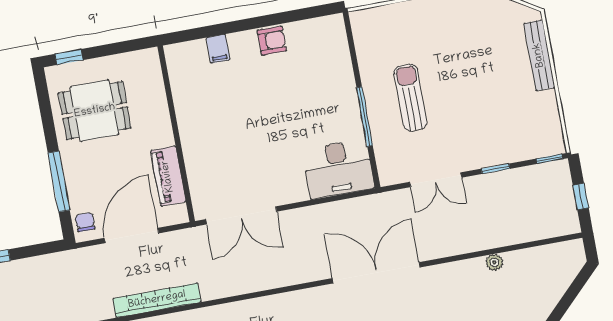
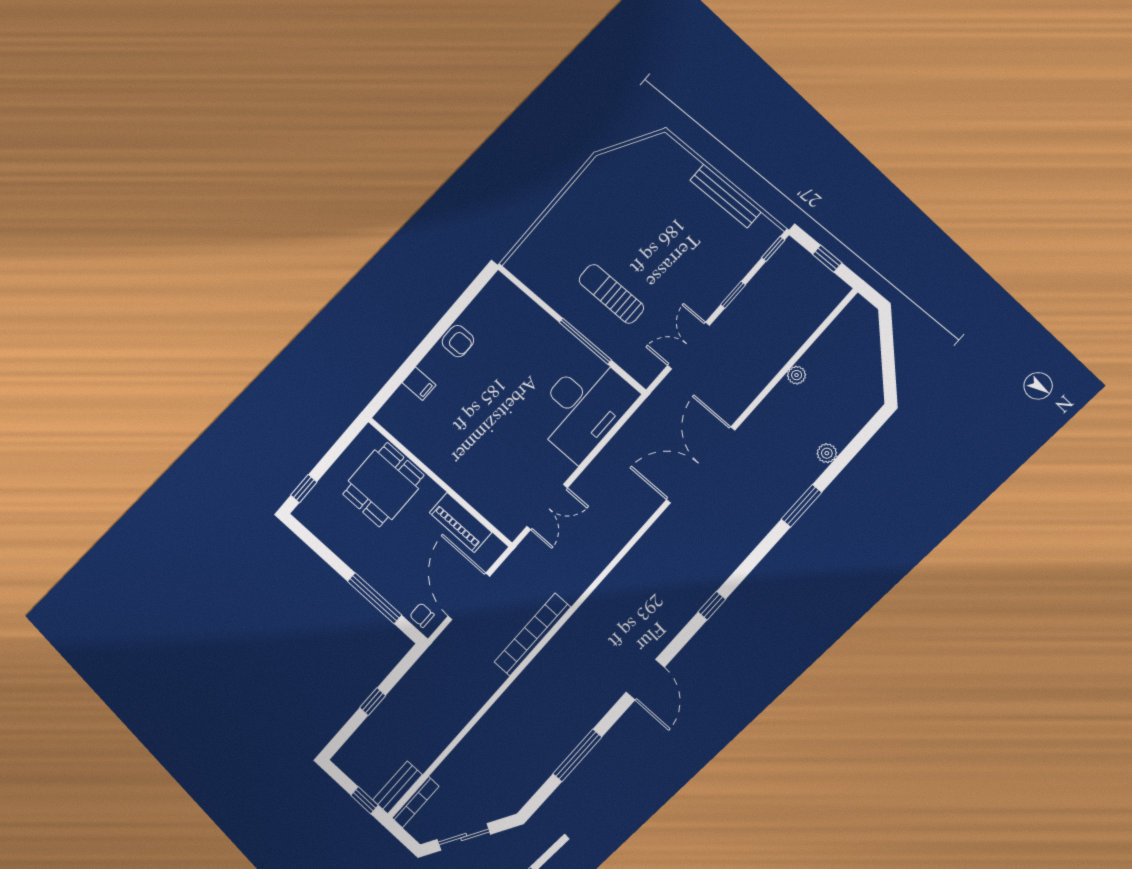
armchair: (272, 41) -> (458, 341), turned 90
bench: (539, 55) -> (725, 196), moved
dining table: (95, 111) -> (383, 485), moved
desk: (338, 169) -> (583, 407), width x1.36, depth x1.30
double door: (436, 180) -> (688, 345), swing flipped
double door: (241, 215) -> (547, 507), width x0.73

